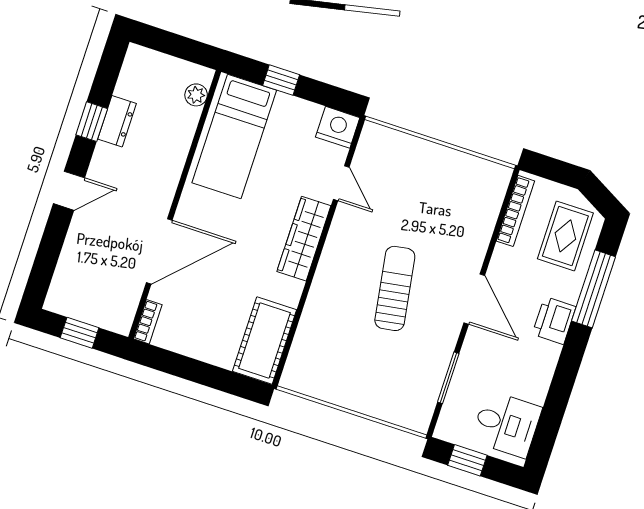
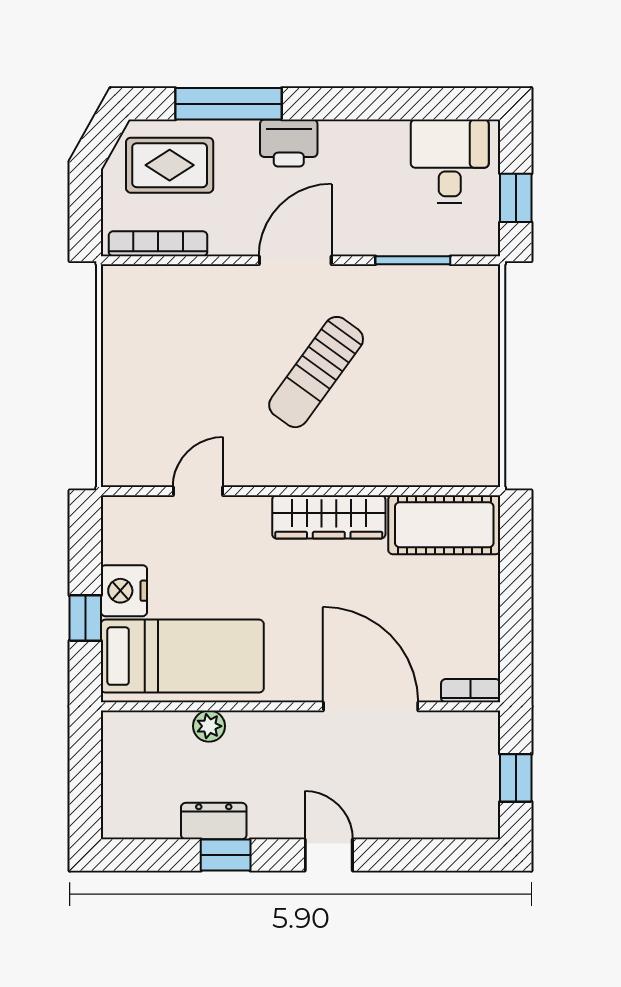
plant: (196, 95) -> (209, 726), moved
nightstand: (338, 127) -> (124, 591), moved
wardrobe: (304, 239) -> (329, 517), moved
sun lounger: (395, 288) -> (316, 372), turned -45

